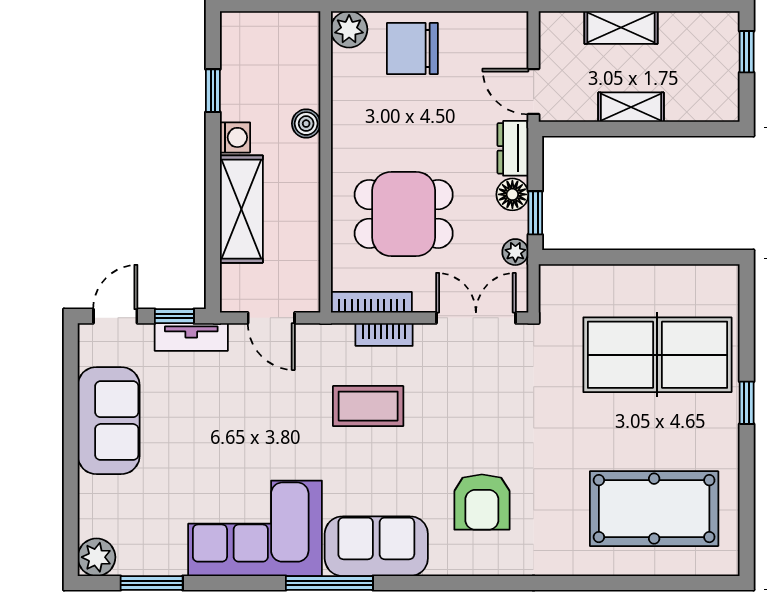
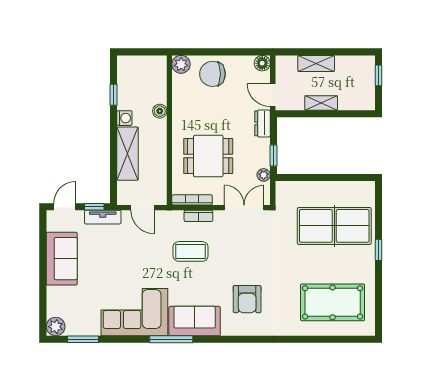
floor lamp: (512, 194) -> (262, 63), moved

